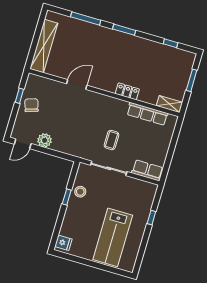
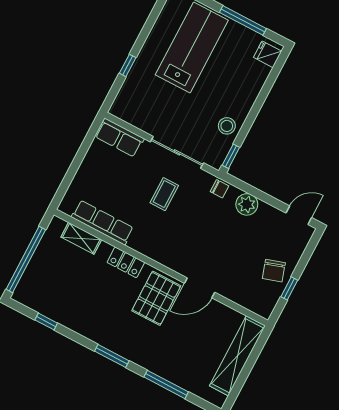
pallet: (103, 72) -> (156, 298), added
window: (192, 80) -> (26, 259), width x2.11
shelving: (169, 104) -> (81, 238), moved
plant: (45, 140) -> (247, 204), moved
chair: (77, 151) -> (220, 189), added
window: (67, 197) -> (231, 156), moved
window: (84, 261) -> (243, 20), added

